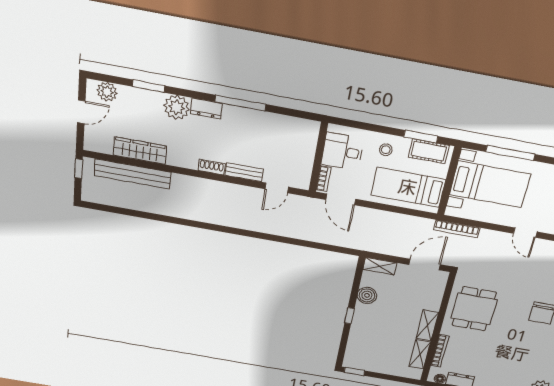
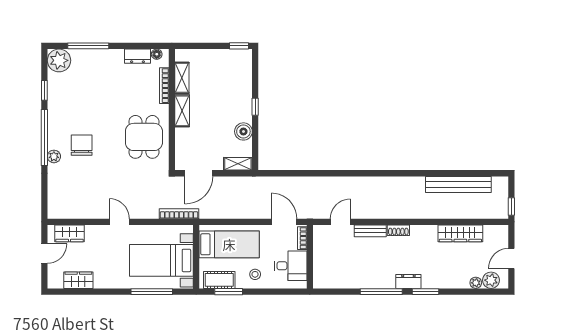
window: (149, 86) -> (426, 292), moved
plant: (177, 107) -> (476, 283), moved, width x0.53, depth x0.53
bench: (133, 174) -> (458, 184), moved

